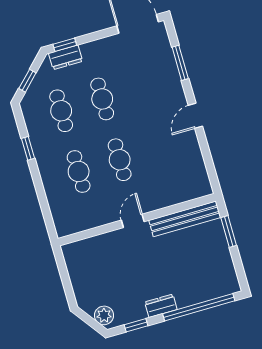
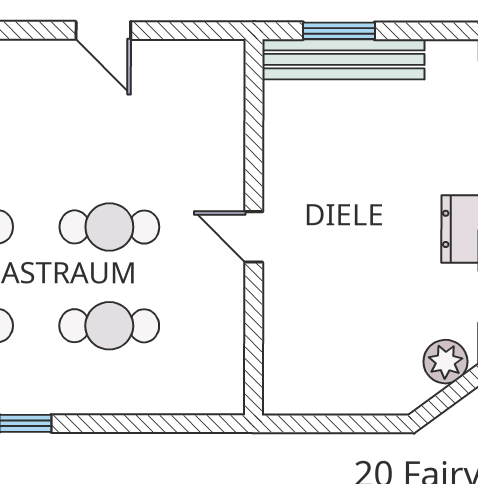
door: (195, 116) -> (103, 30), moved
bench: (185, 219) -> (343, 59), moved, turned 90

